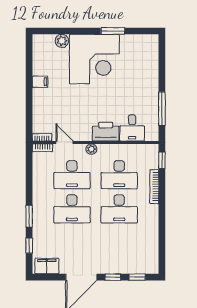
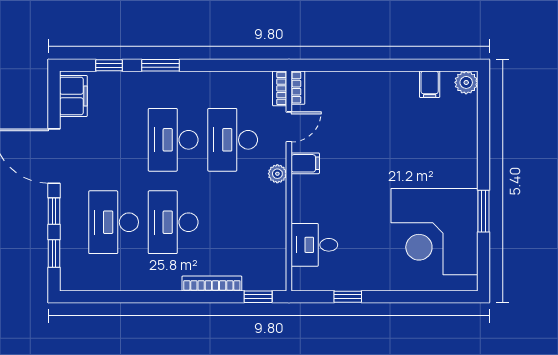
plant: (62, 41) -> (466, 82), moved
corner desk: (94, 59) -> (435, 232), moved
filing cabinet: (40, 82) -> (430, 84), moved
window: (162, 109) -> (348, 297), width x0.46
printer: (106, 132) -> (308, 199), removed
filing cabinet: (85, 133) -> (305, 163), added
desk: (119, 175) -> (114, 222), moved

